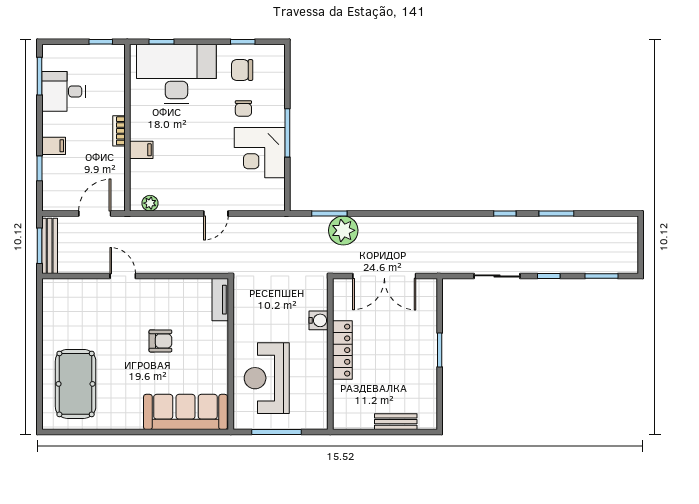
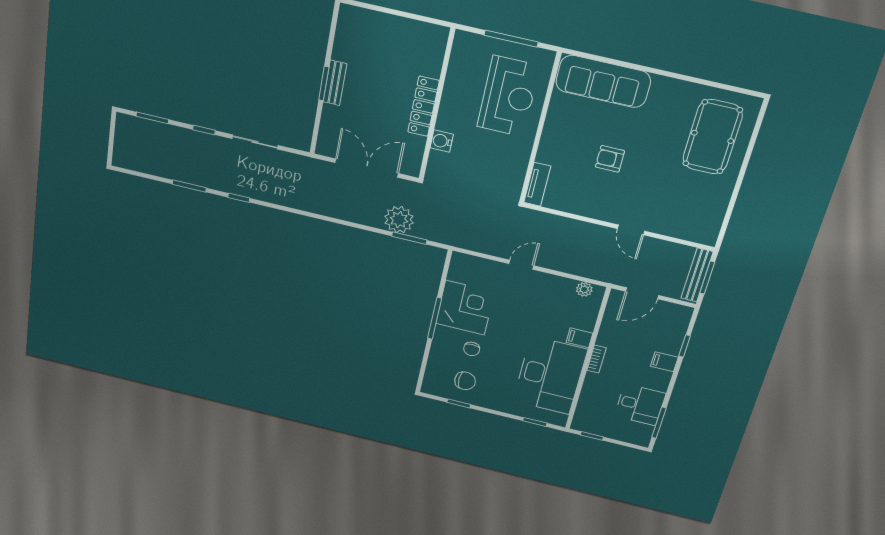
desk: (176, 74) -> (550, 375), moved, turned -90
chair: (243, 108) -> (472, 349), turned 180
bench: (396, 422) -> (335, 83), moved, turned 90

